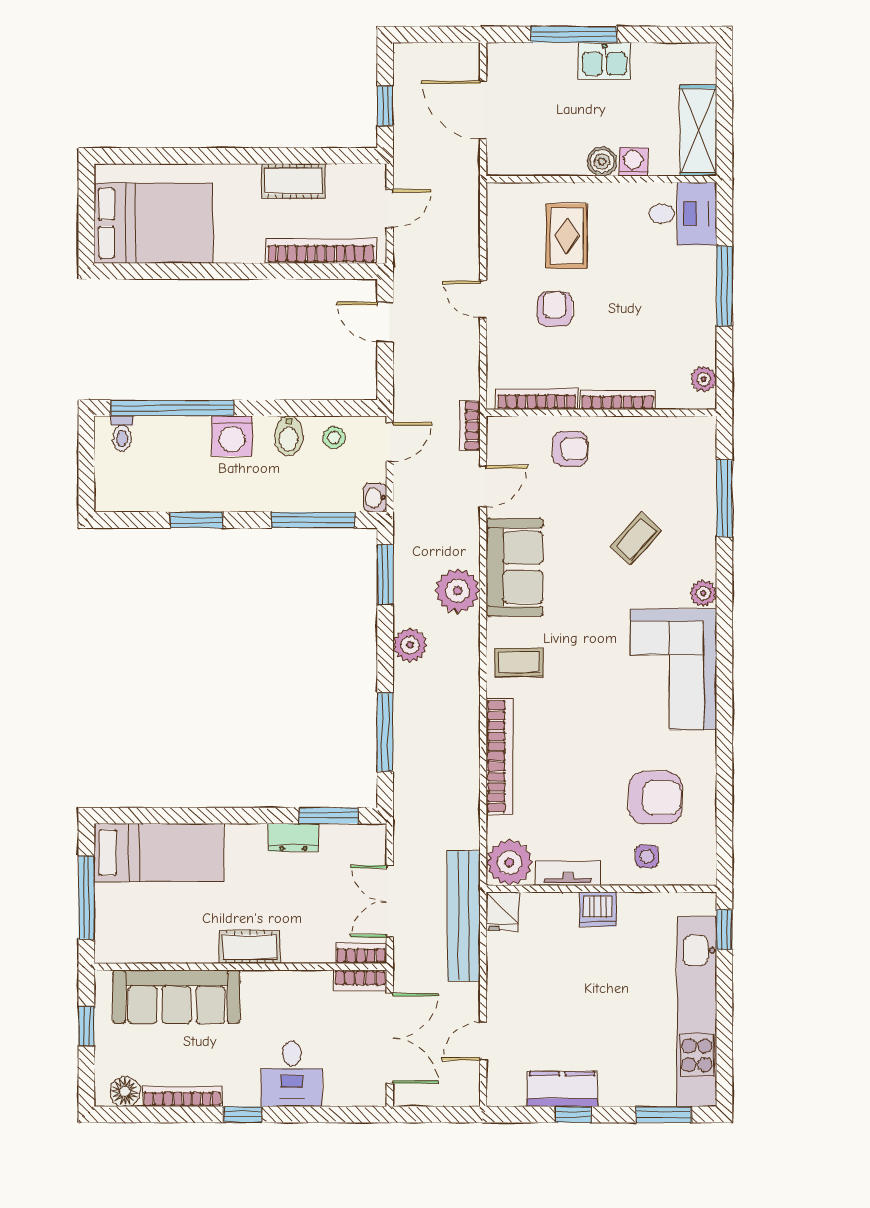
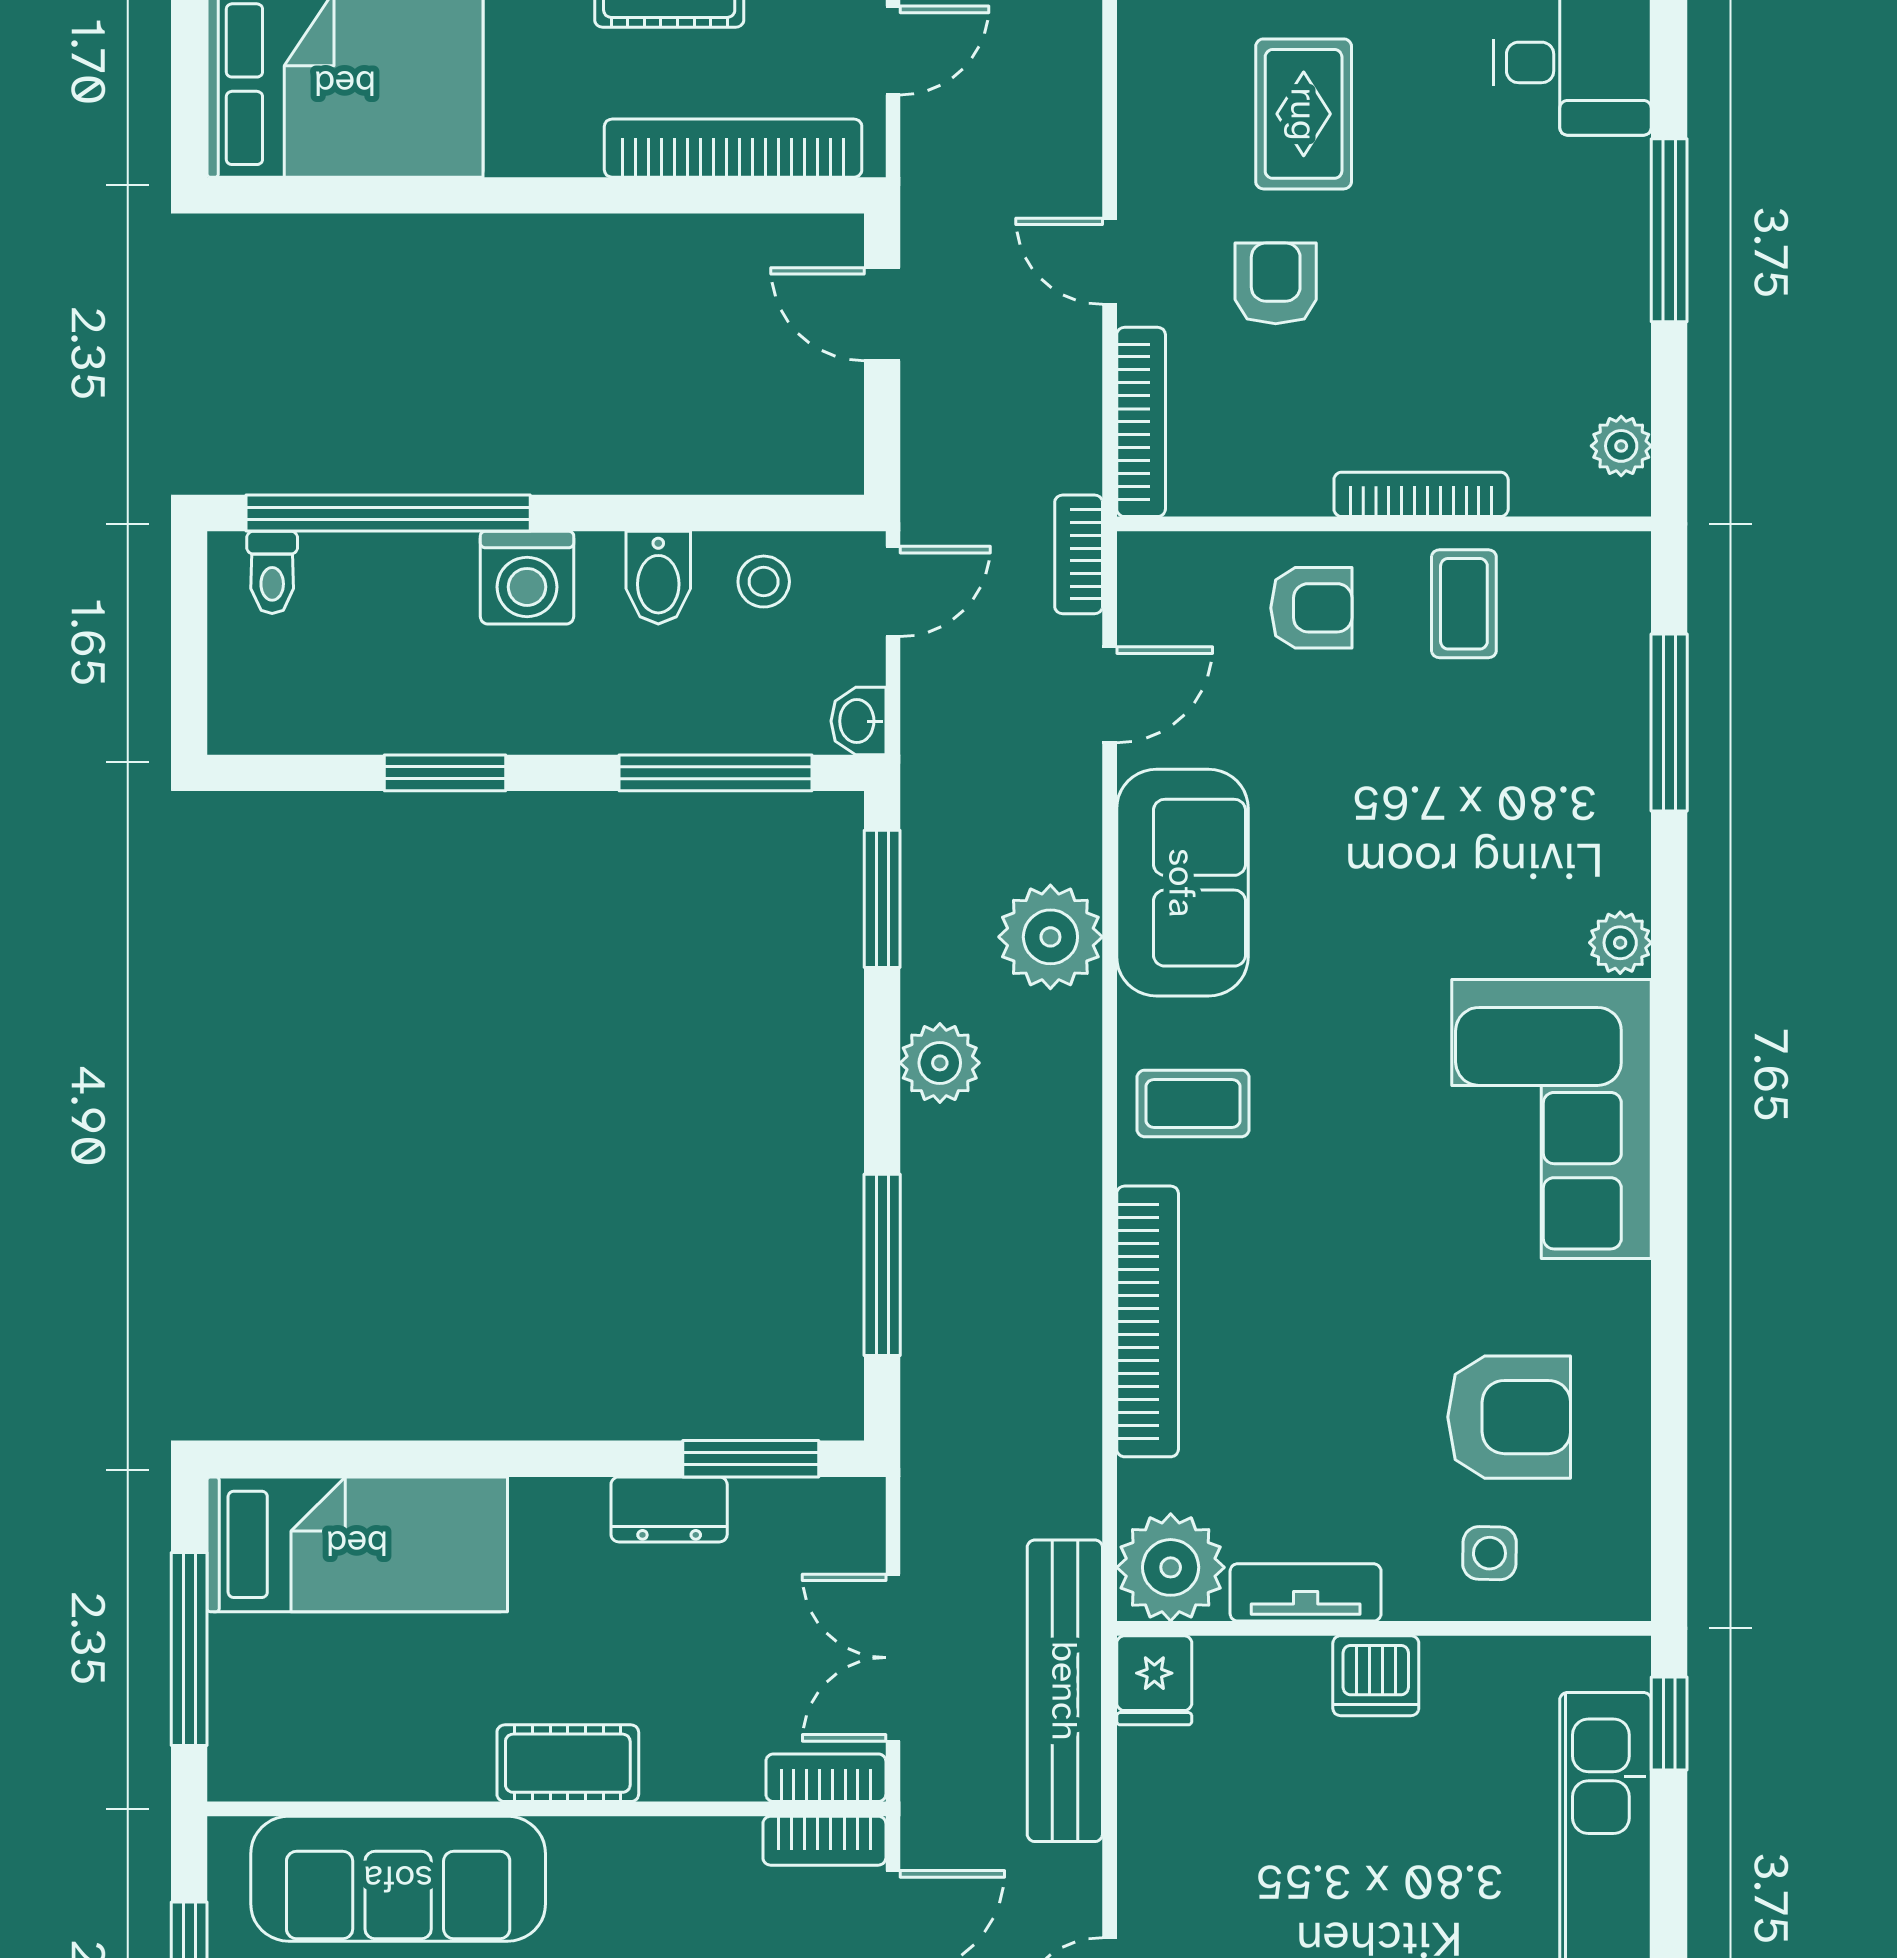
bookcase: (537, 399) -> (1141, 422), moved, turned 90
coffee table: (636, 539) -> (1464, 604), moved, turned -42

